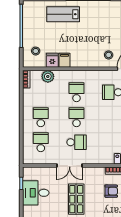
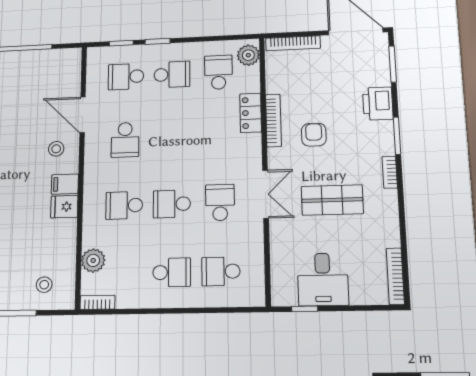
fridge: (52, 60) -> (64, 207), moved
filing cabinet: (64, 60) -> (65, 184), moved
school desk: (41, 117) -> (172, 272), turned 180
double door: (70, 166) -> (266, 194), moved

